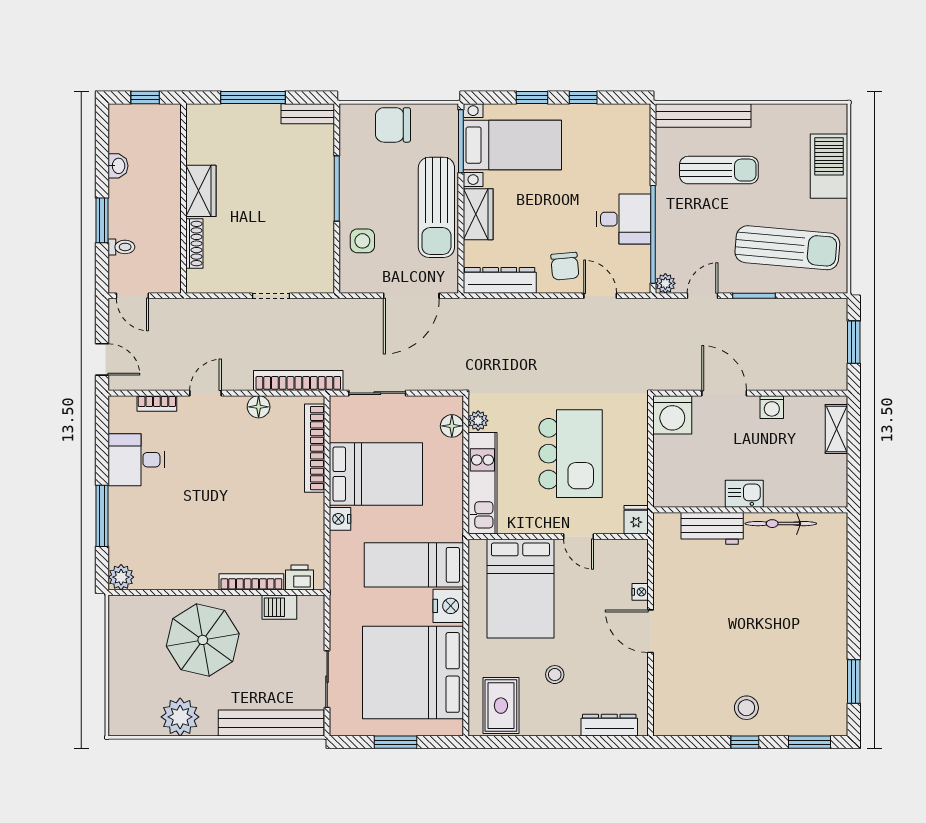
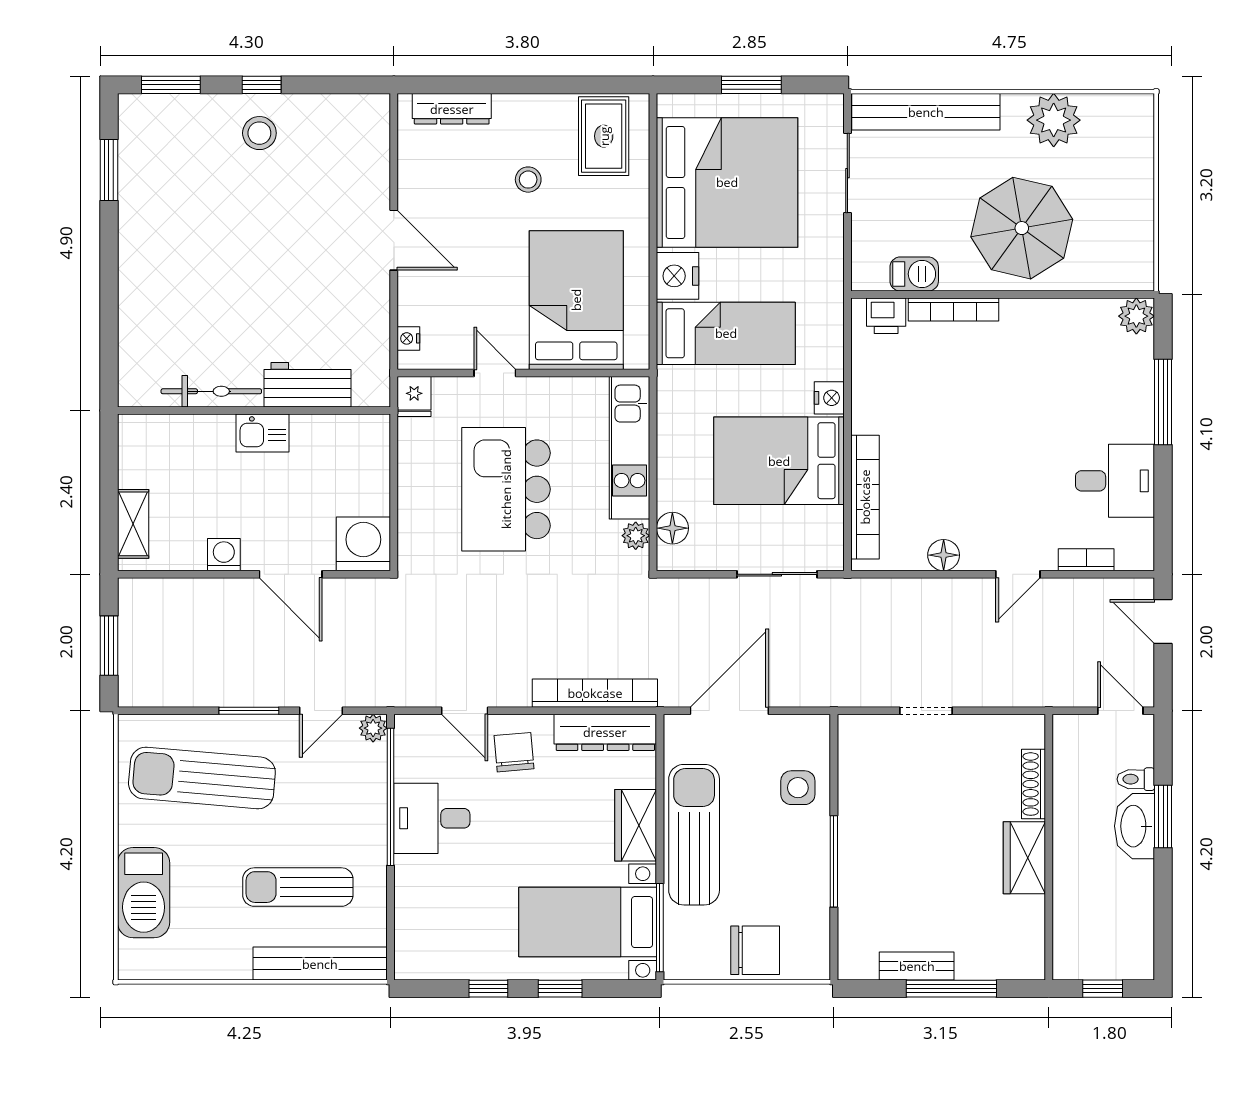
bench: (308, 114) -> (917, 966), moved
washbasin: (118, 166) -> (1134, 826), moved, width x1.91, depth x1.45
bookcase: (298, 381) -> (595, 693), moved, turned 180
nightstand: (640, 592) -> (408, 338), moved

